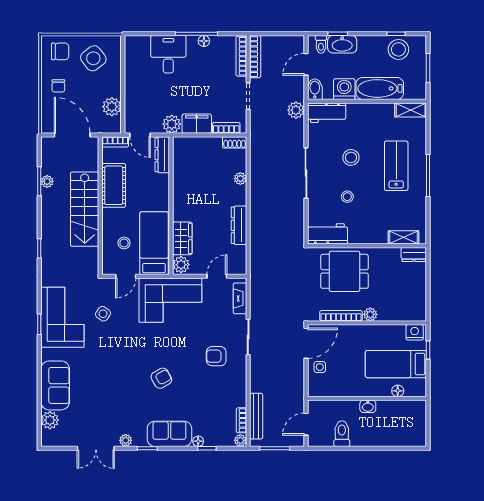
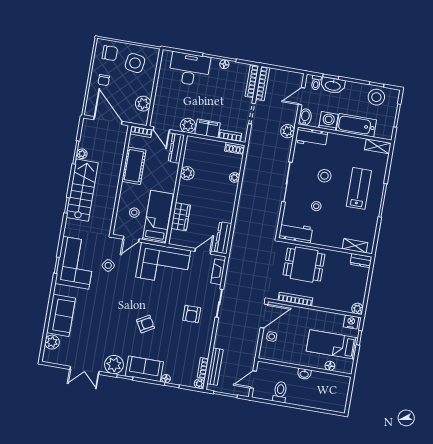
desk: (168, 54) -> (189, 69), width x1.37
side table: (93, 58) -> (135, 63), turned 45
stairs: (85, 209) -> (82, 190), moved, turned 180
dresser: (239, 225) -> (223, 238), moved
plant: (181, 265) -> (187, 173), moved
plant: (370, 314) -> (357, 309), moved
armchair: (216, 356) -> (192, 314), turned -90
plant: (126, 440) -> (114, 365), width x1.87, depth x1.87

